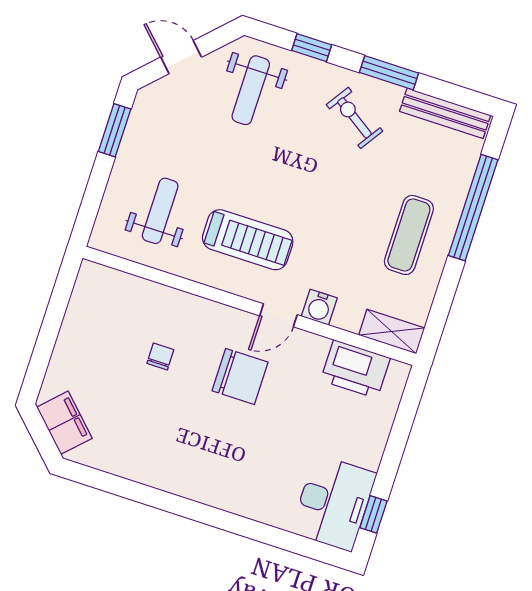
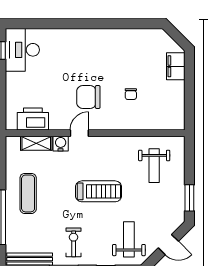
exercise bike: (354, 118) -> (74, 242), turned -124
treadmill: (248, 240) -> (99, 191), moved, turned 180
shelving: (392, 331) -> (36, 143), moved
filing cabinet: (64, 423) -> (176, 66), moved, turned 45

